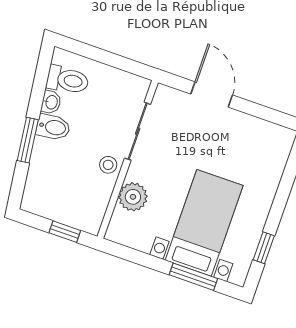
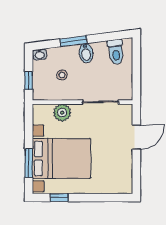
washbasin: (51, 102) -> (40, 55), moved
stool: (108, 165) -> (62, 75), moved
bed with nightstands: (204, 223) -> (61, 158), width x1.36

